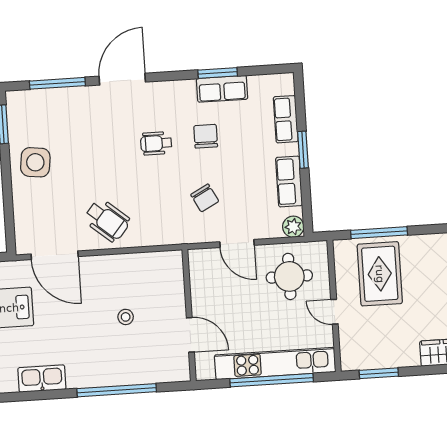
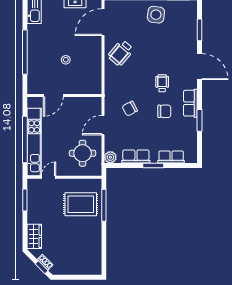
window: (57, 83) -> (199, 30), width x0.69
row of seats: (222, 89) -> (190, 103), moved
door: (334, 312) -> (49, 177), moved

